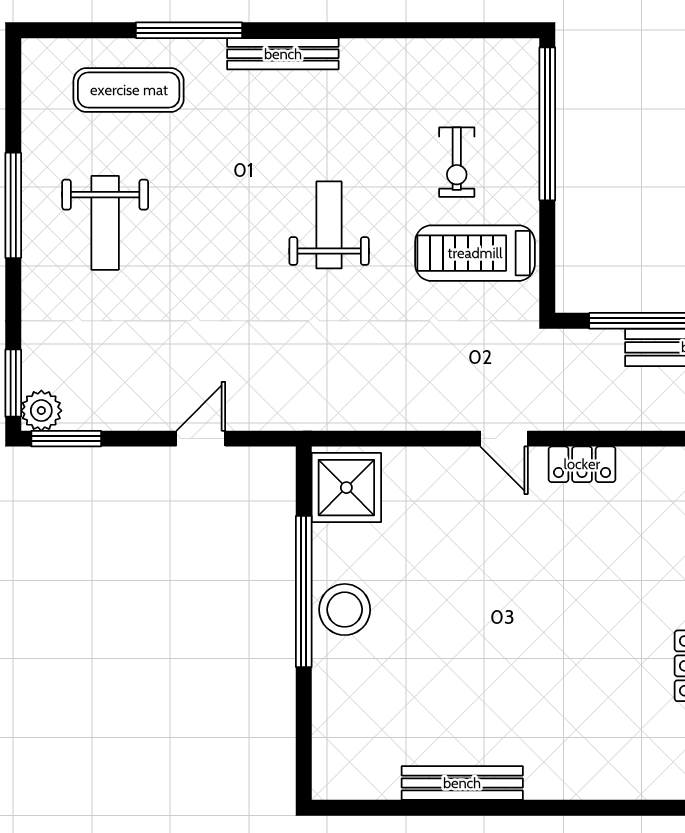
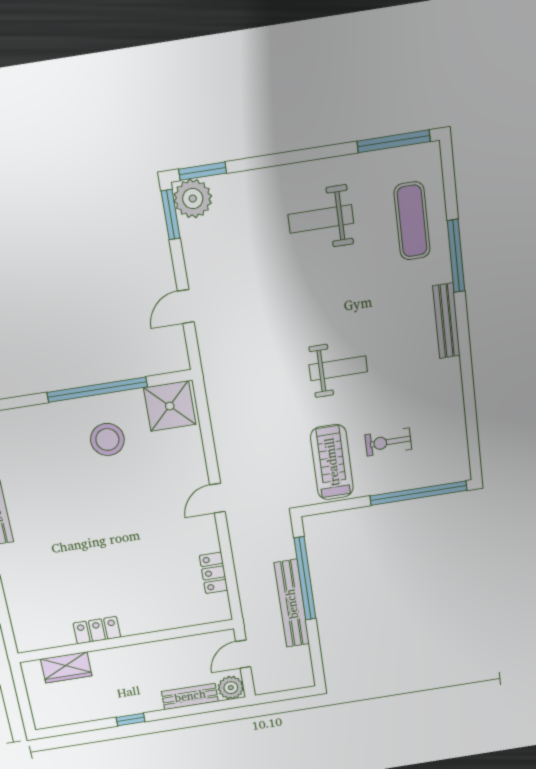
window: (13, 205) -> (394, 141), moved
plant: (41, 411) -> (193, 199), width x1.36, depth x1.36
door: (201, 439) -> (186, 306), swing flipped
locker: (582, 464) -> (214, 573), moved
stool: (345, 610) -> (107, 439), moved

